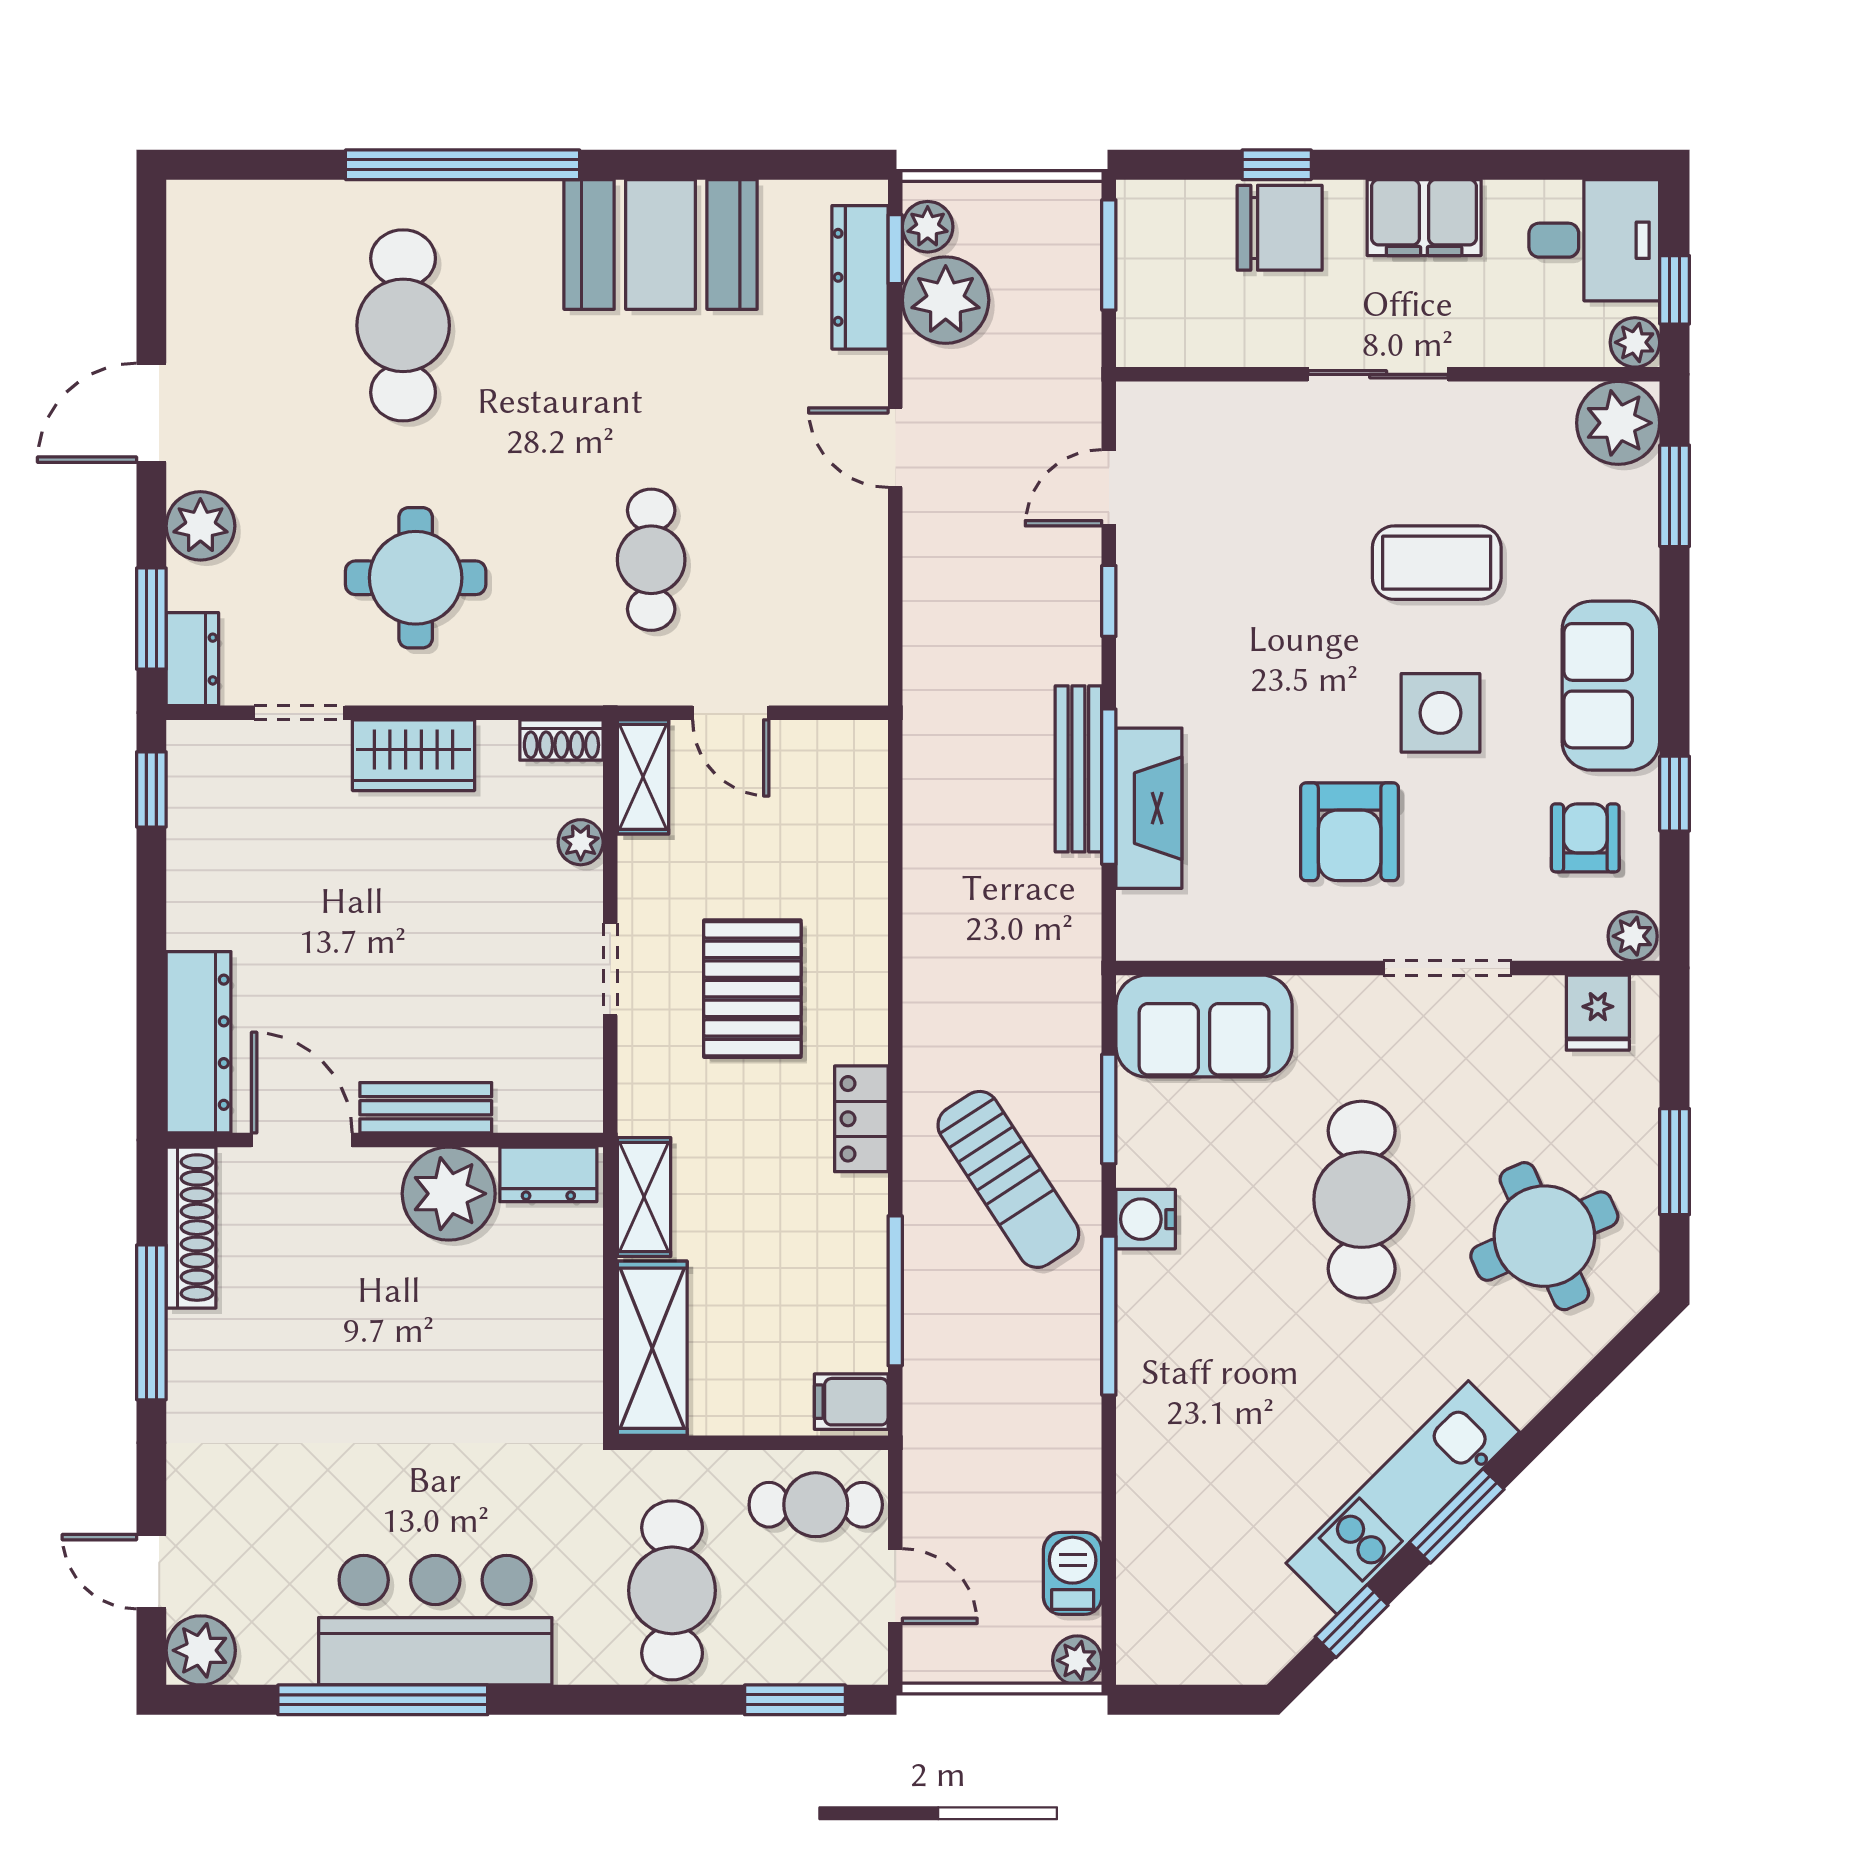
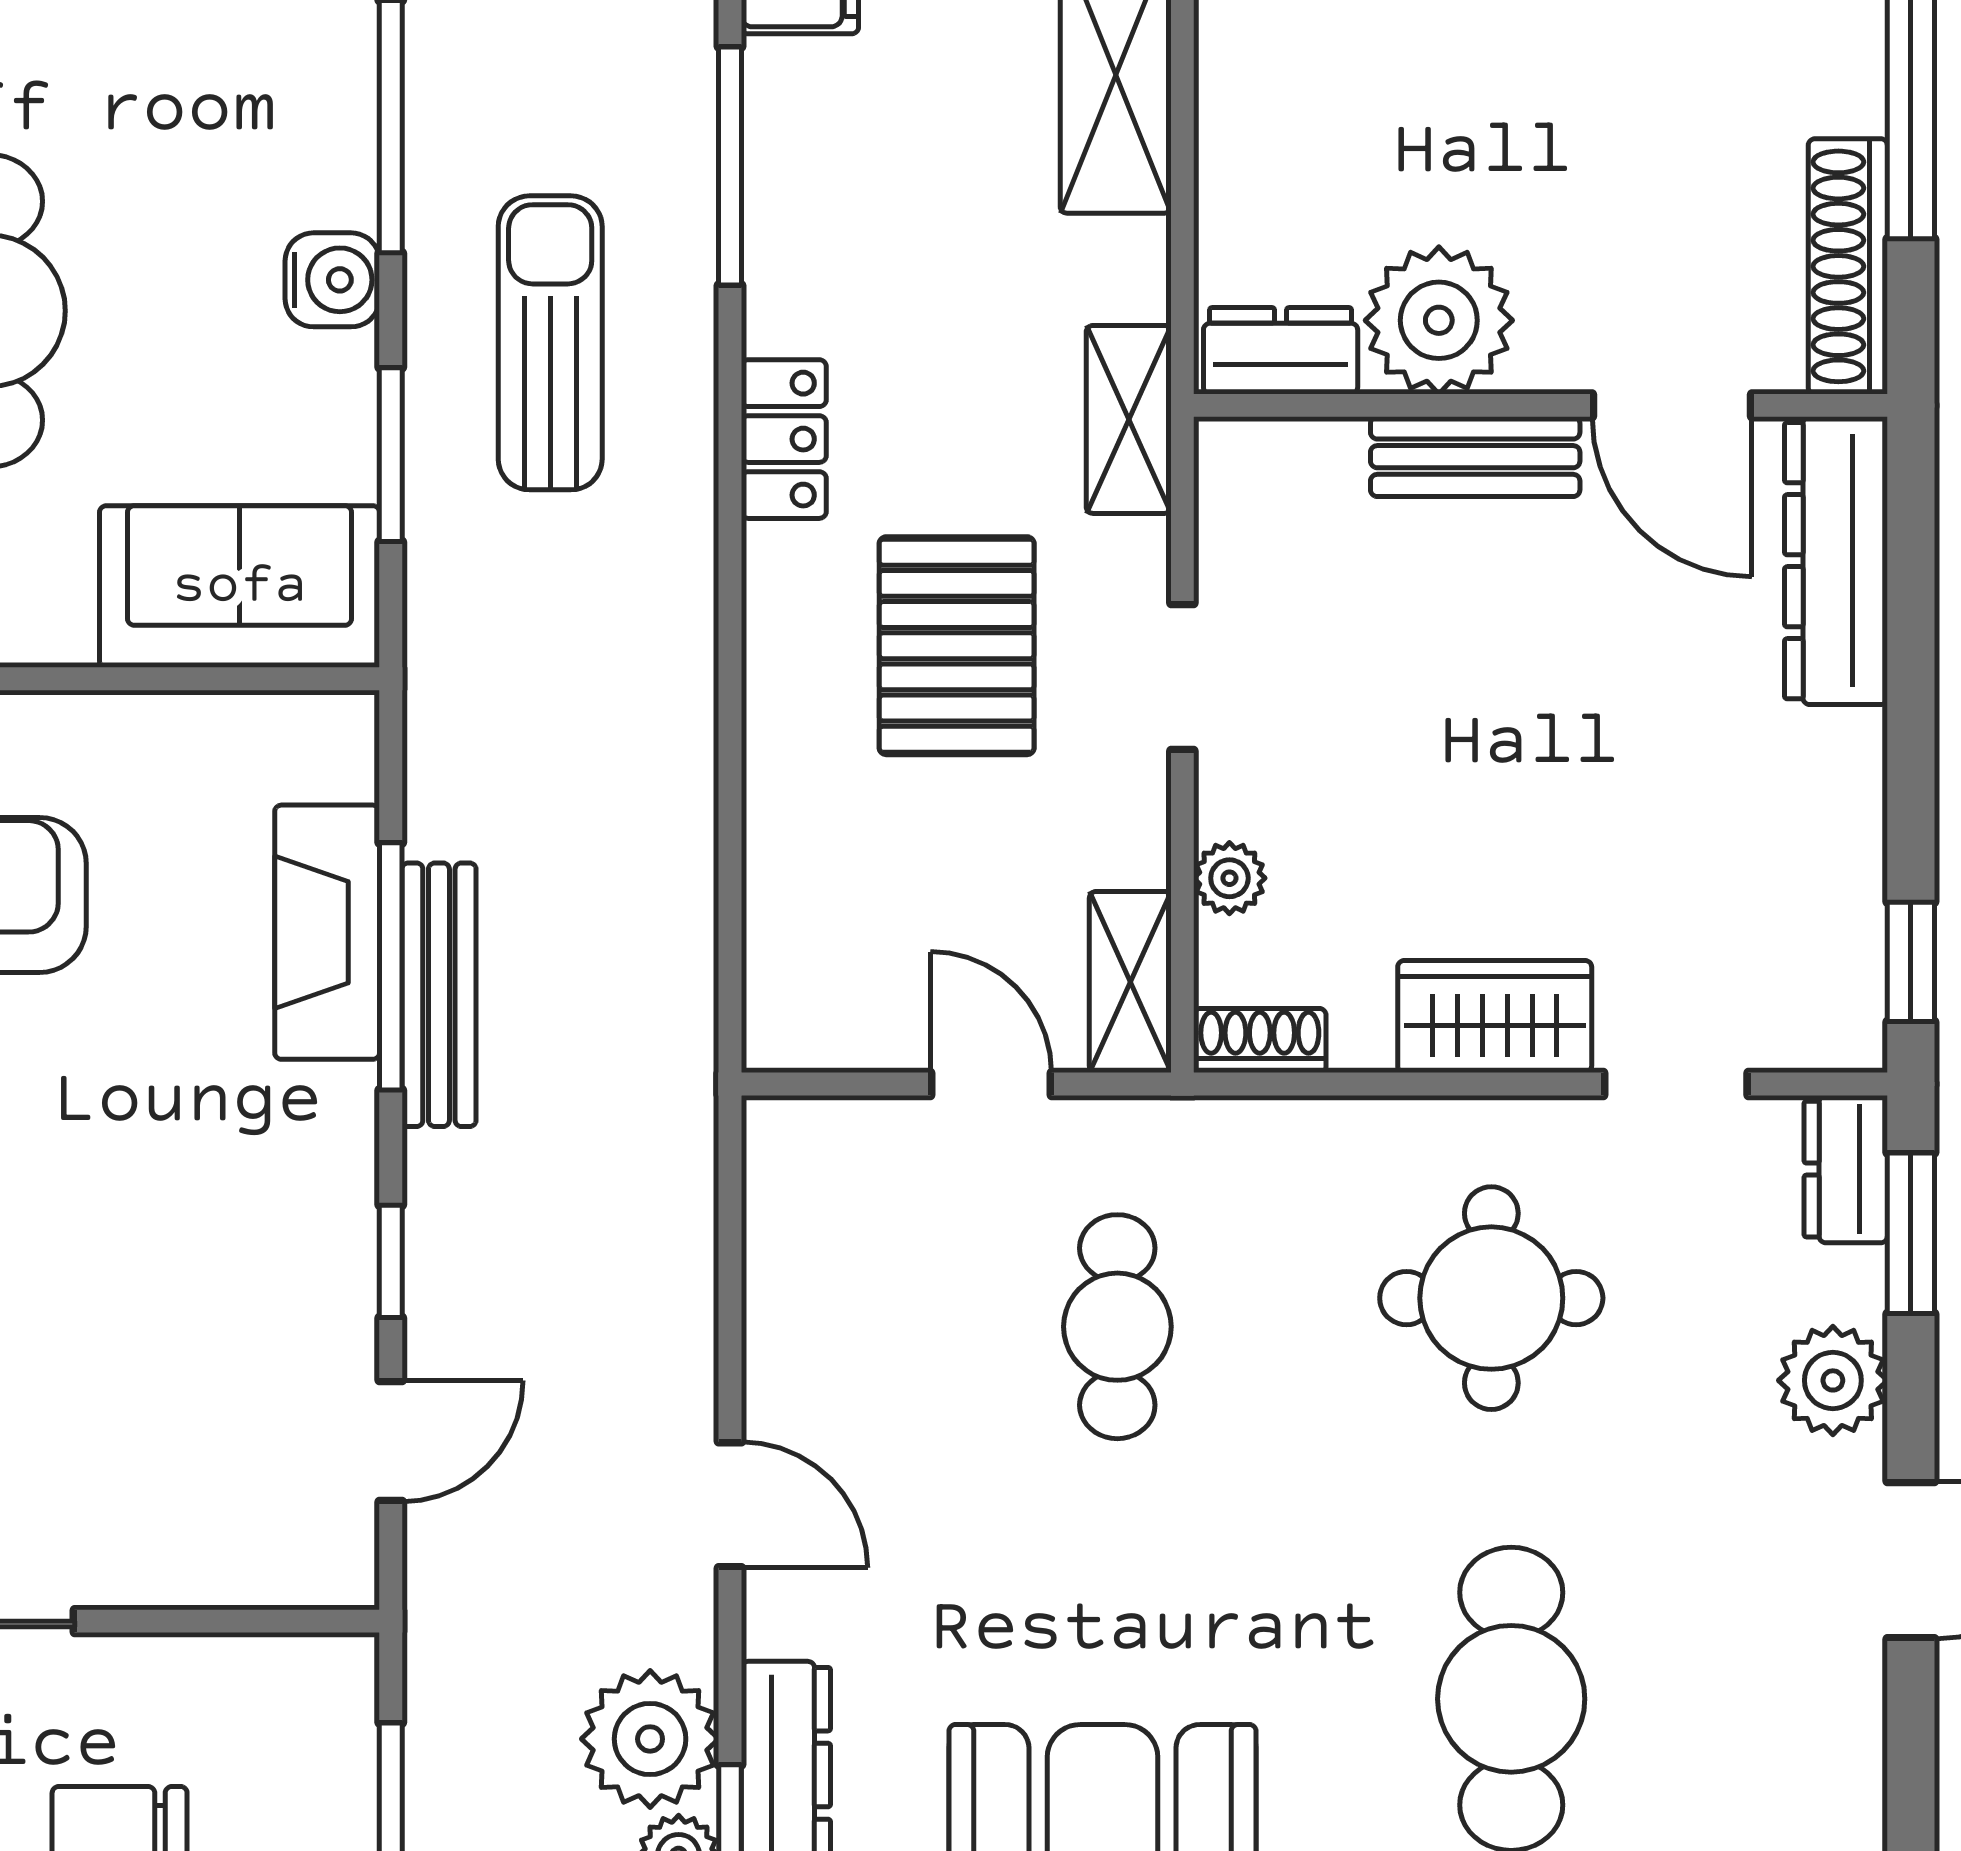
sun lounger: (1008, 1179) -> (550, 343), turned 33
shelving: (644, 1197) -> (1129, 419), moved

